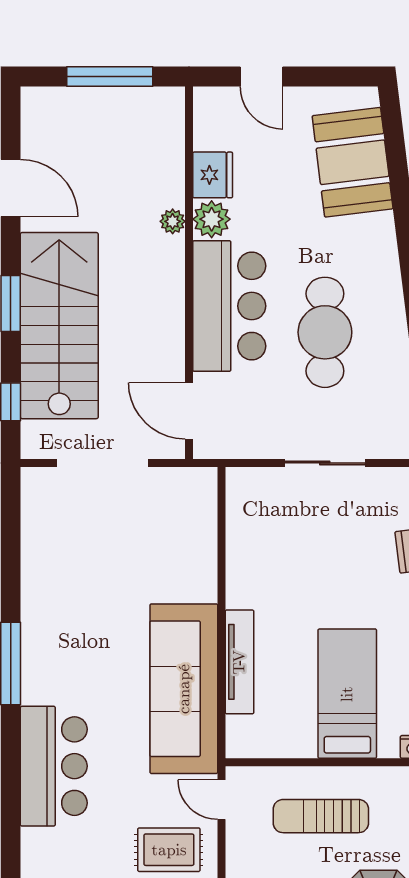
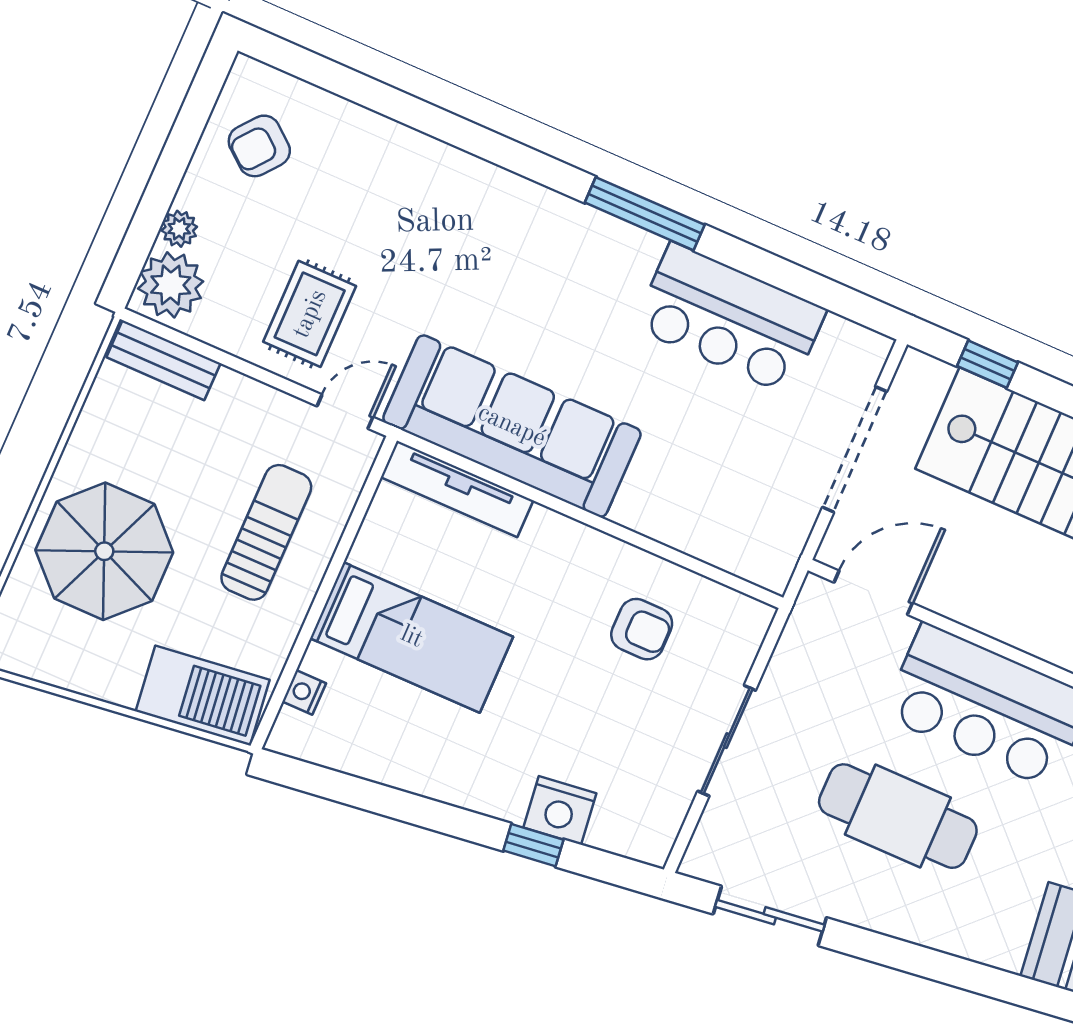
armchair: (277, 549) -> (642, 629), added
tv unit: (239, 662) -> (457, 489), moved
bar counter: (54, 766) -> (730, 318), moved

